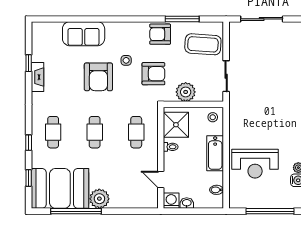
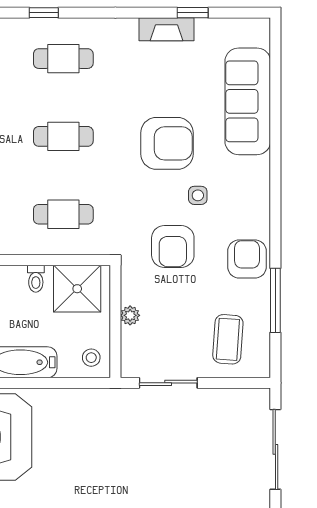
sofa: (84, 34) -> (248, 101), width x1.36
coffee table: (203, 44) -> (228, 339), width x0.73, depth x0.76
armchair: (98, 77) -> (167, 143), turned 180
plant: (186, 92) -> (130, 315), width x0.53, depth x0.53

